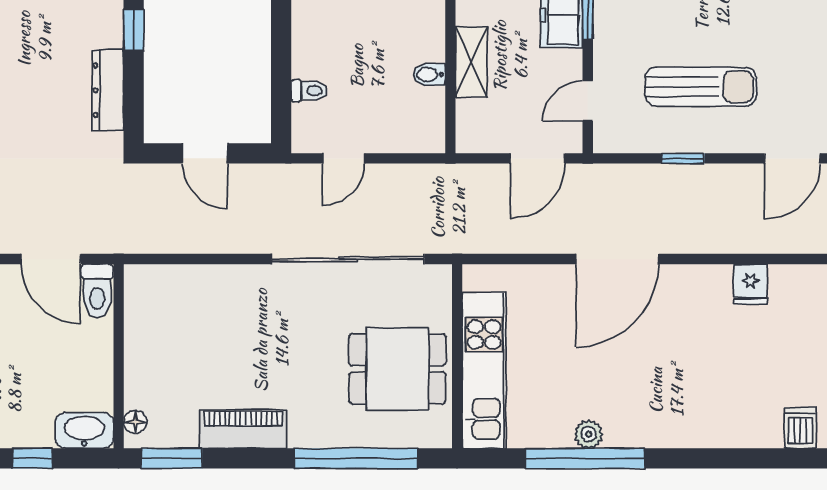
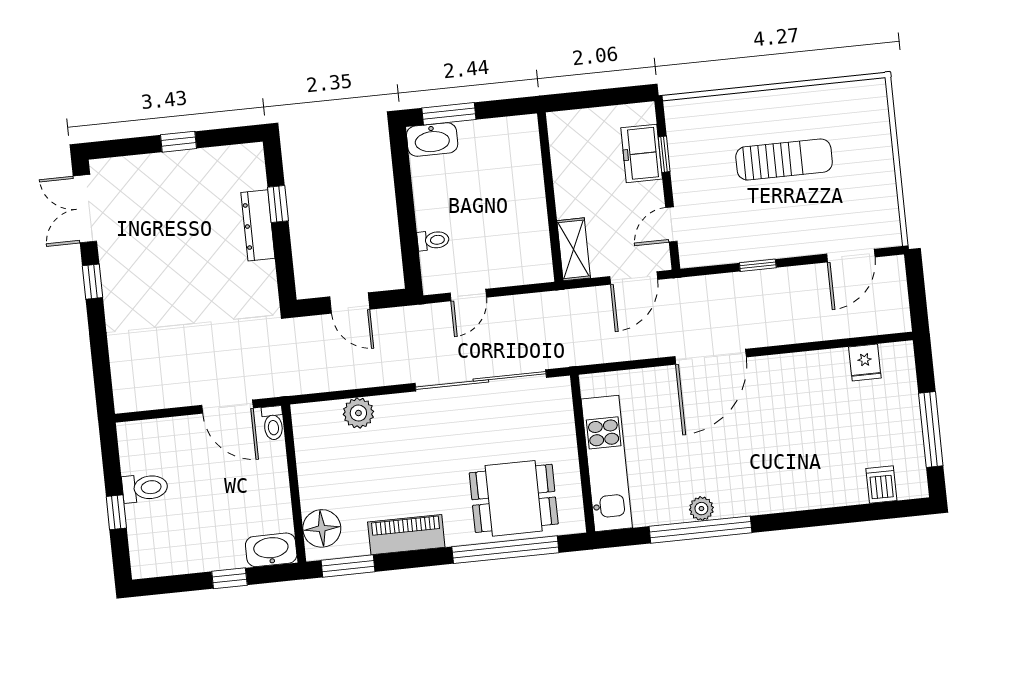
shelving: (471, 62) -> (574, 249), moved
bidet: (429, 74) -> (534, 216), removed
sun lounger: (701, 87) -> (784, 159), moved
dresser: (108, 90) -> (258, 225), moved
plant: (202, 282) -> (358, 413), added
fridge: (750, 284) -> (865, 362), moved
toilet: (97, 291) -> (273, 423), width x0.73, depth x0.72
dining table: (397, 369) -> (514, 498), moved
floor lamp: (135, 422) -> (322, 528), width x1.89, depth x1.89

